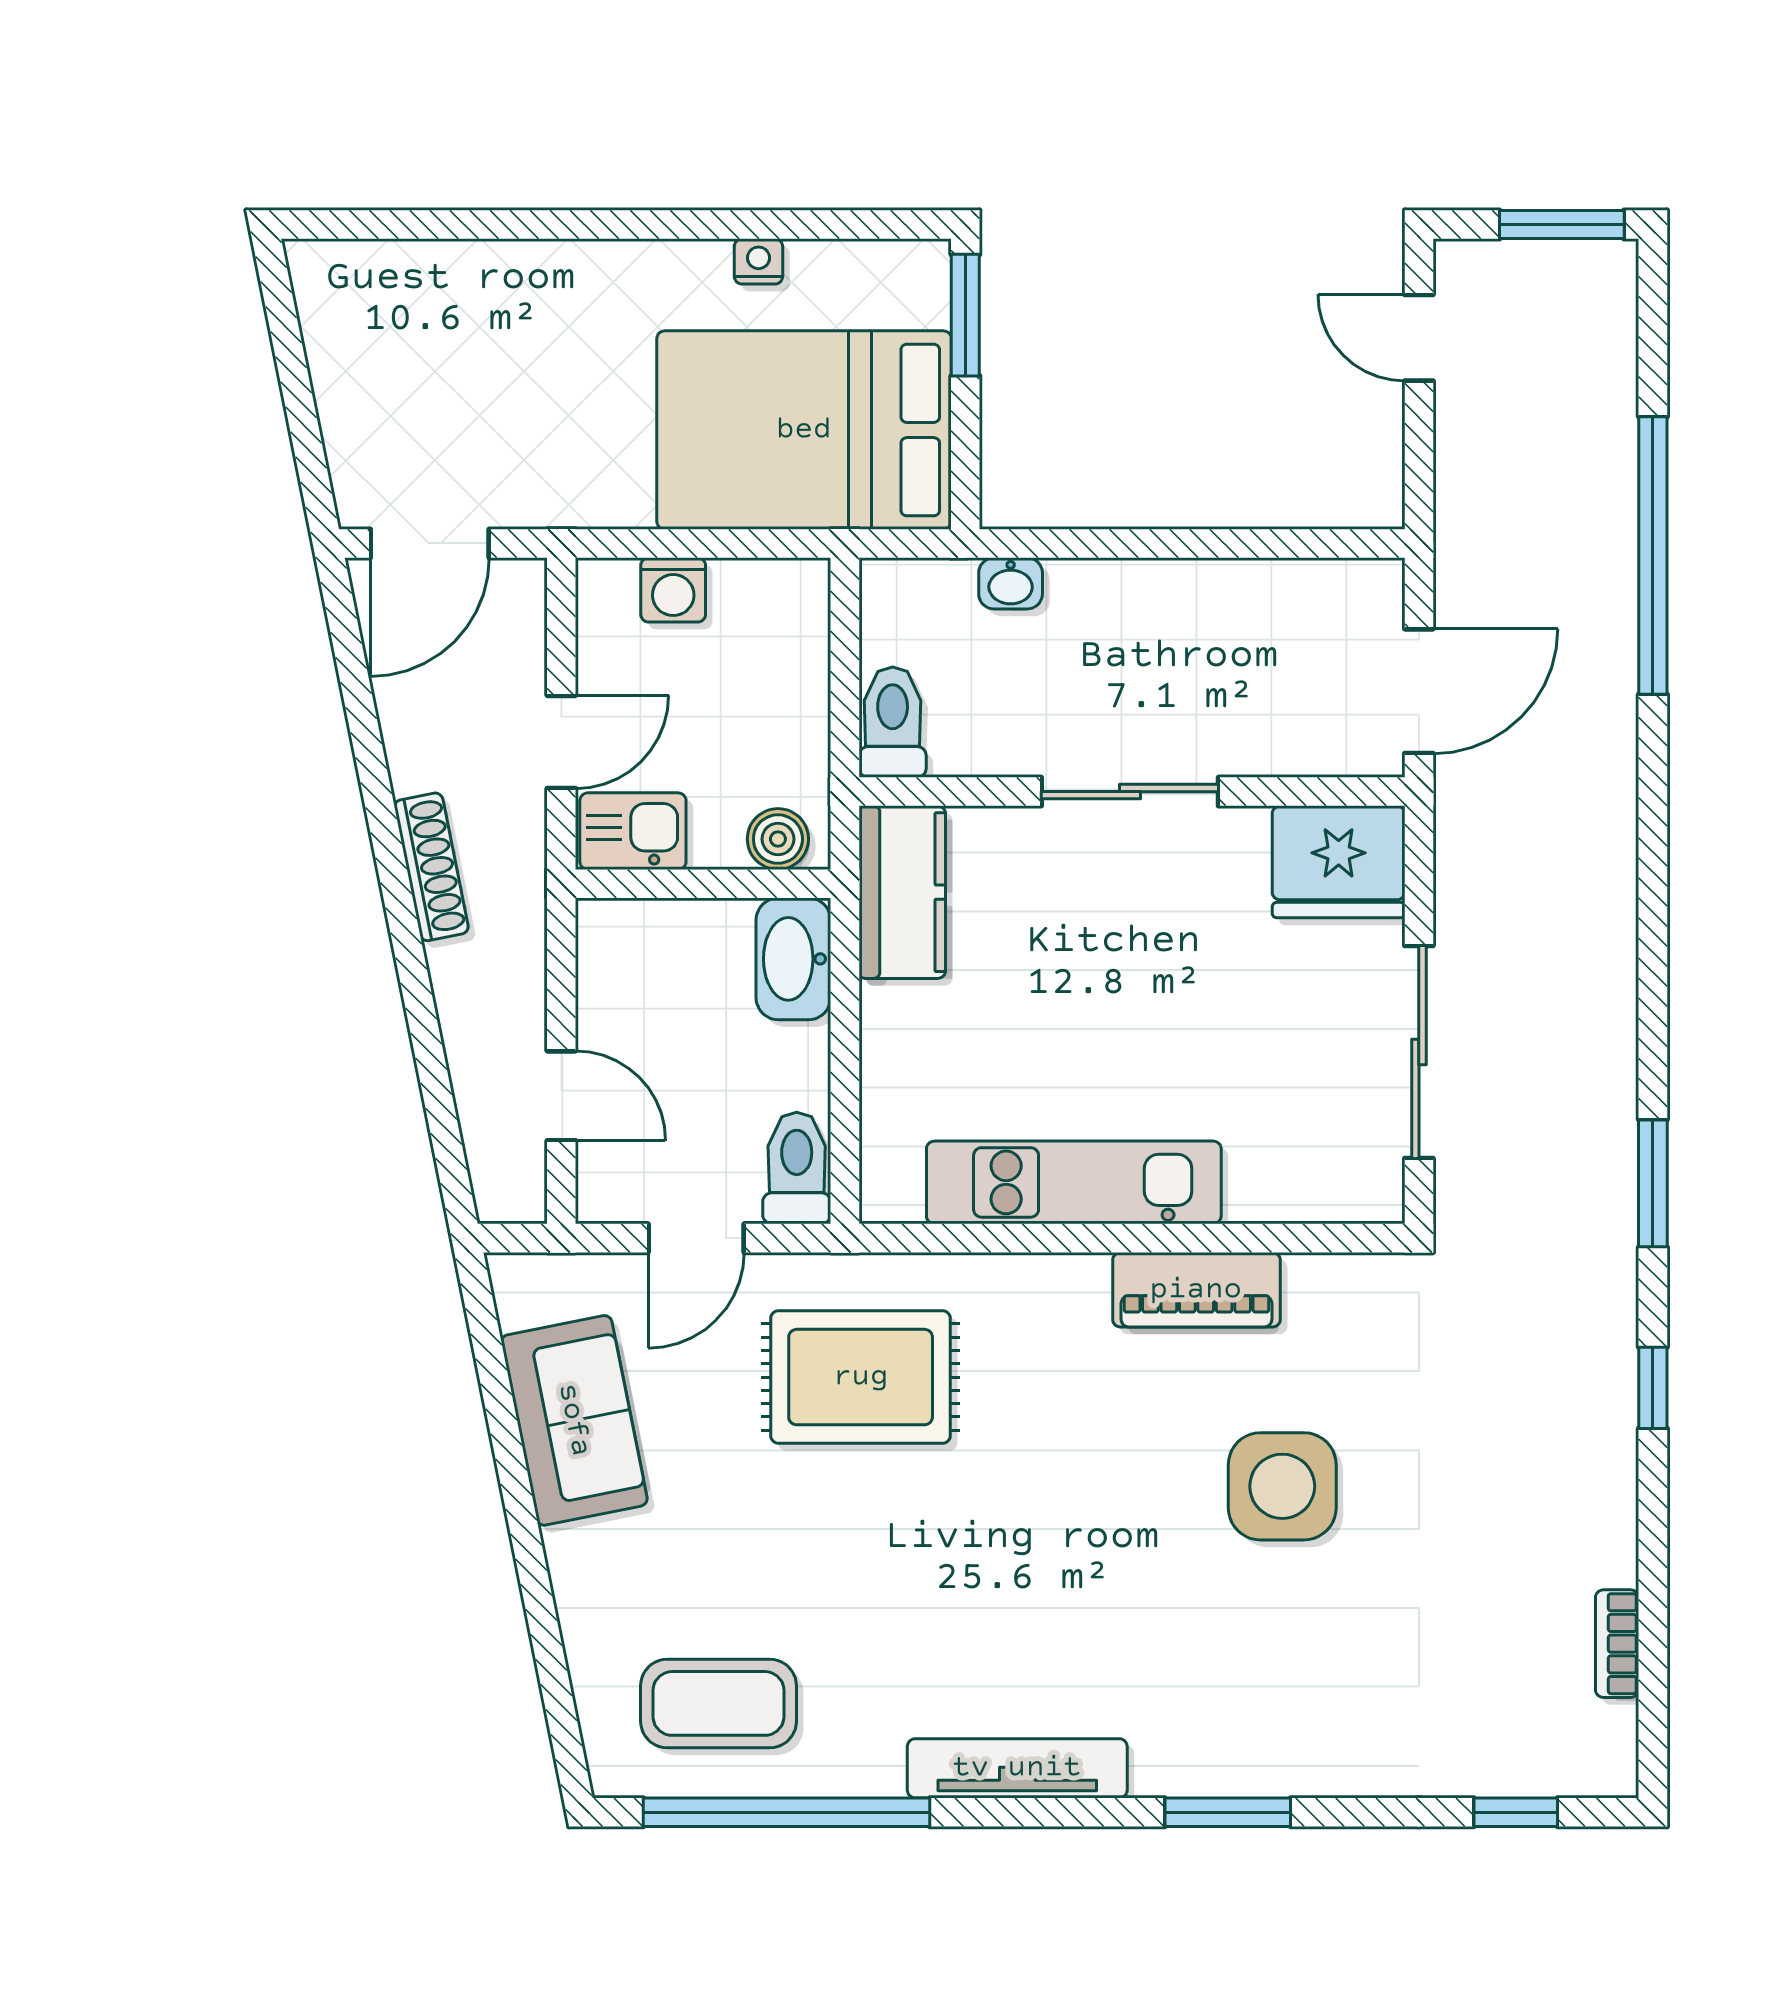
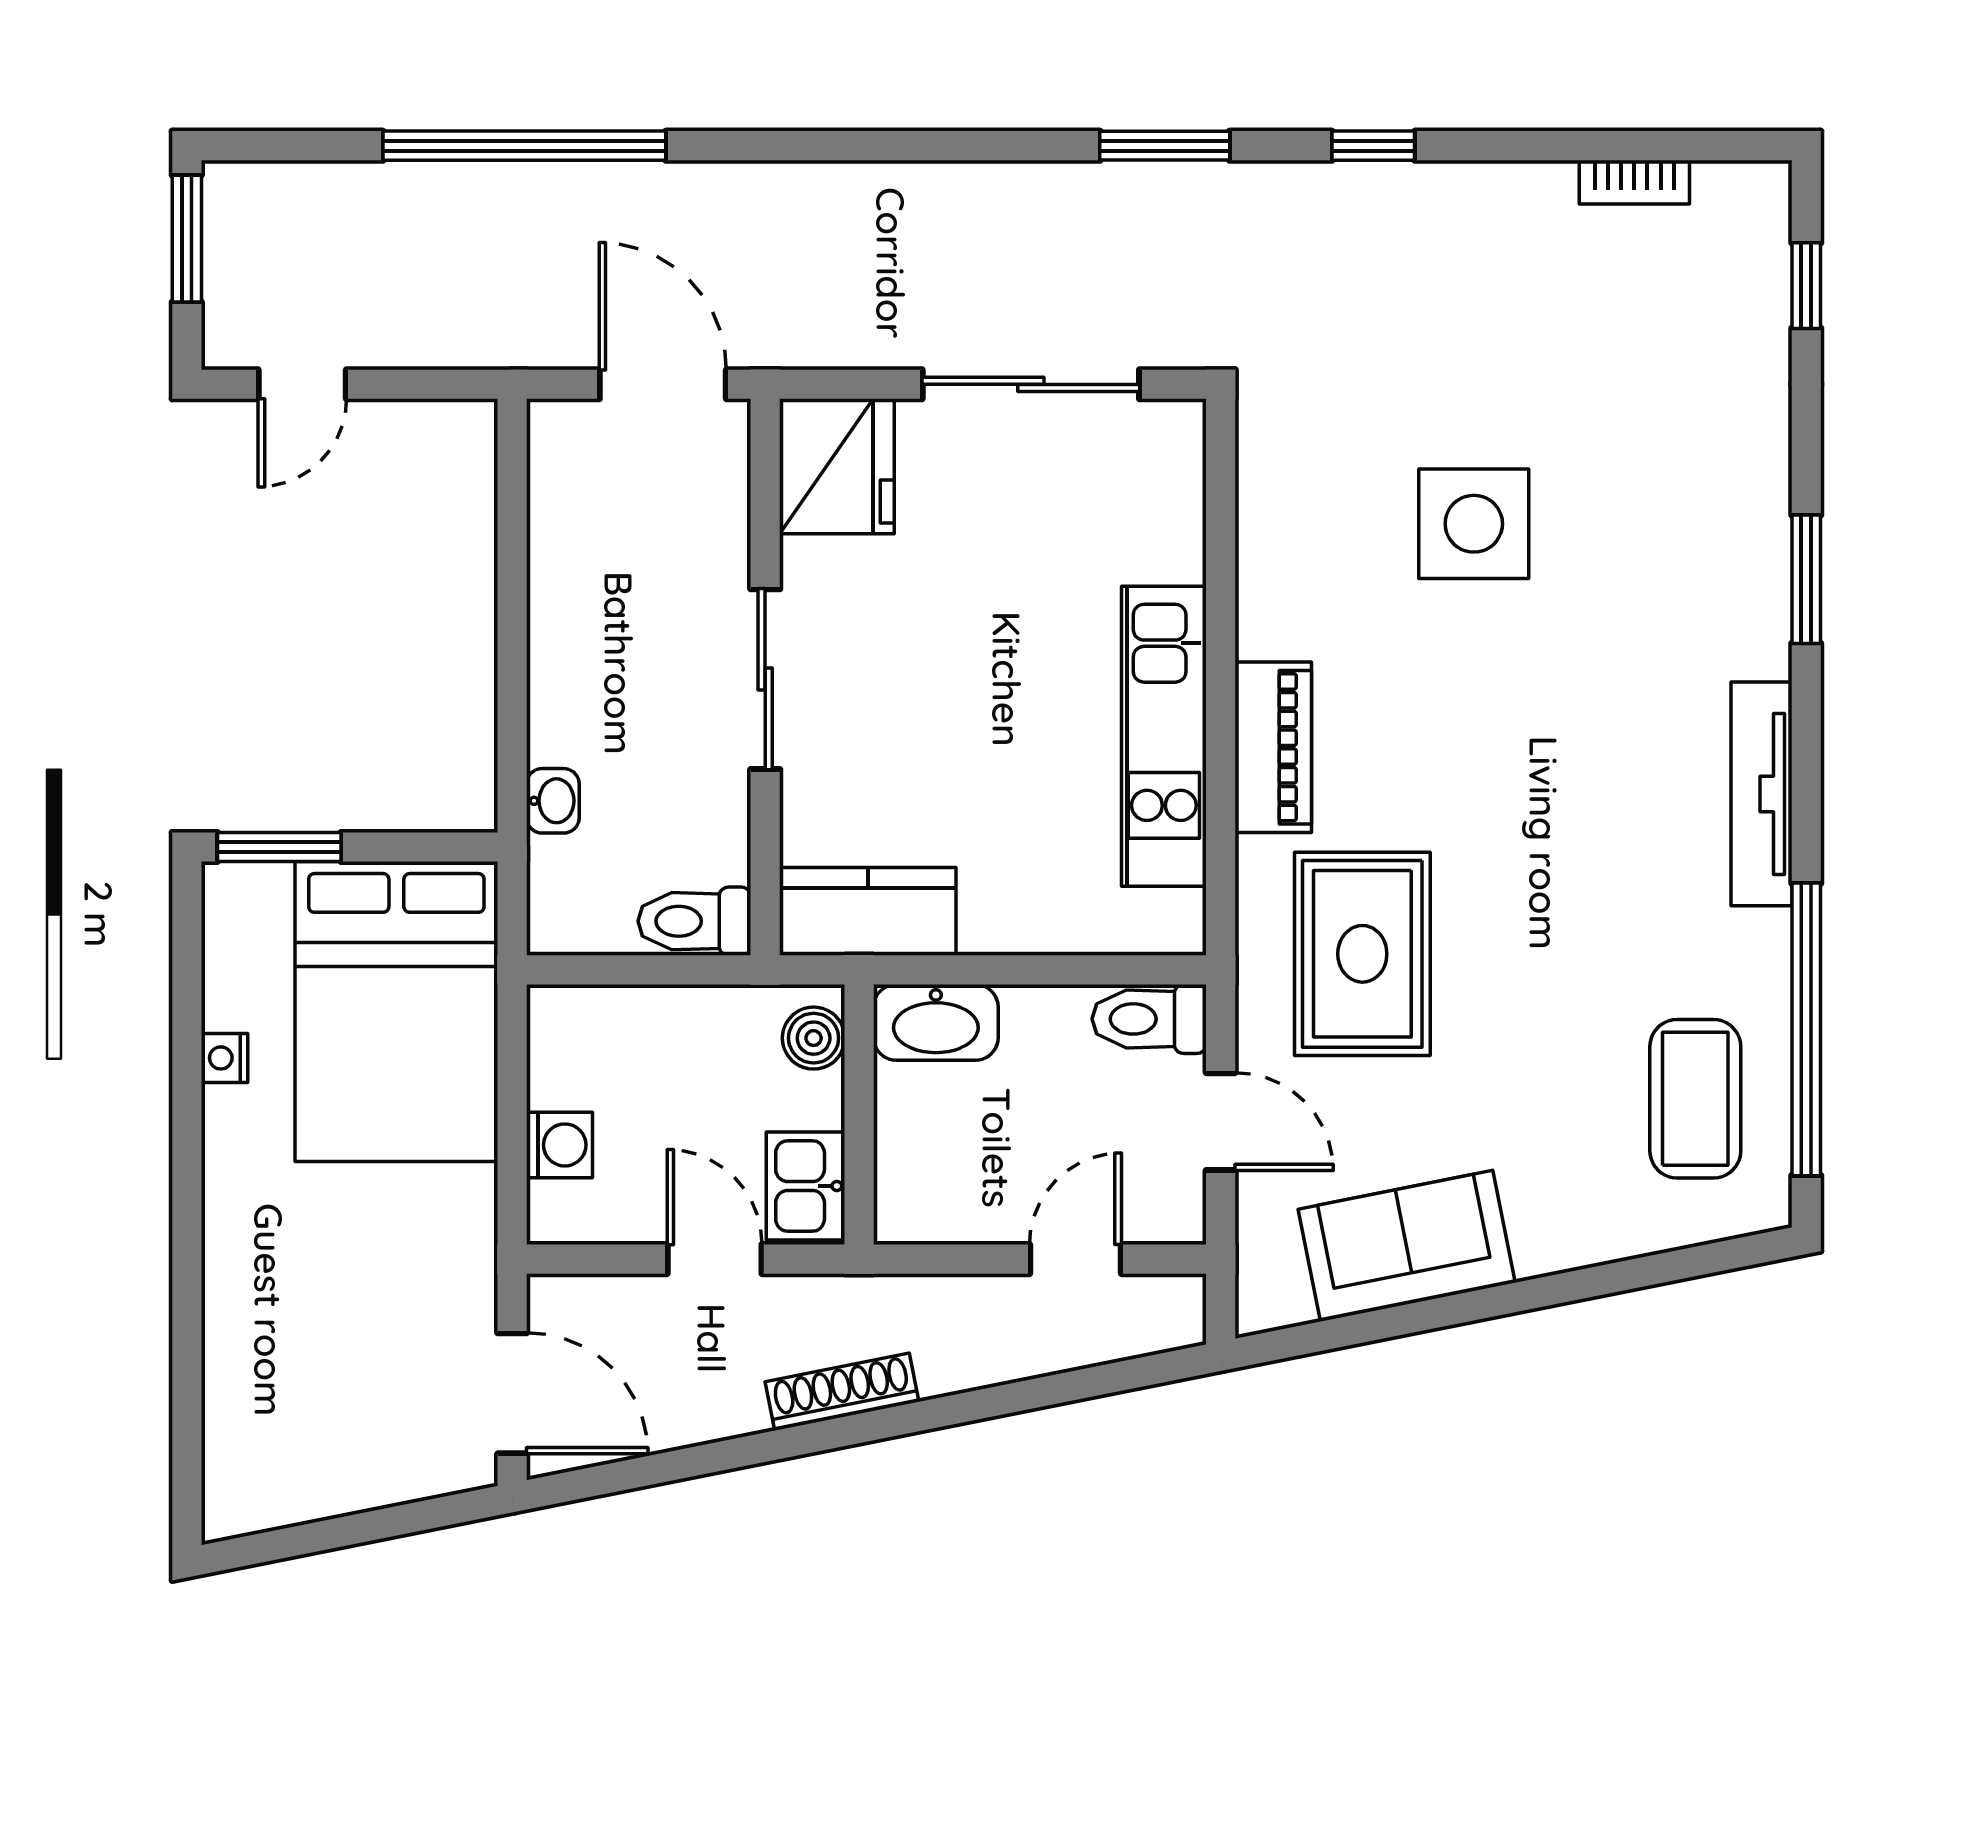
piano: (1196, 1290) -> (1273, 747), moved

